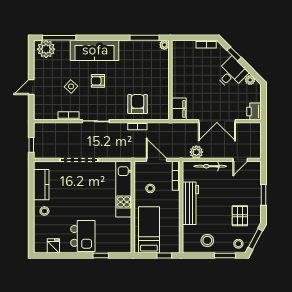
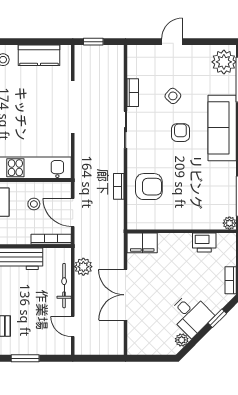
door: (31, 87) -> (172, 42), hinge flipped
printer: (254, 111) -> (204, 242), moved, turned 180
door: (157, 160) -> (73, 212), swing flipped

